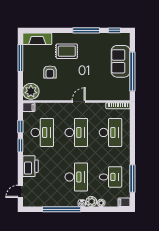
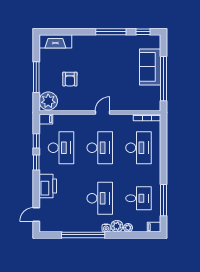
rug: (67, 51) -> (89, 55), removed
window: (20, 58) -> (36, 77), moved

